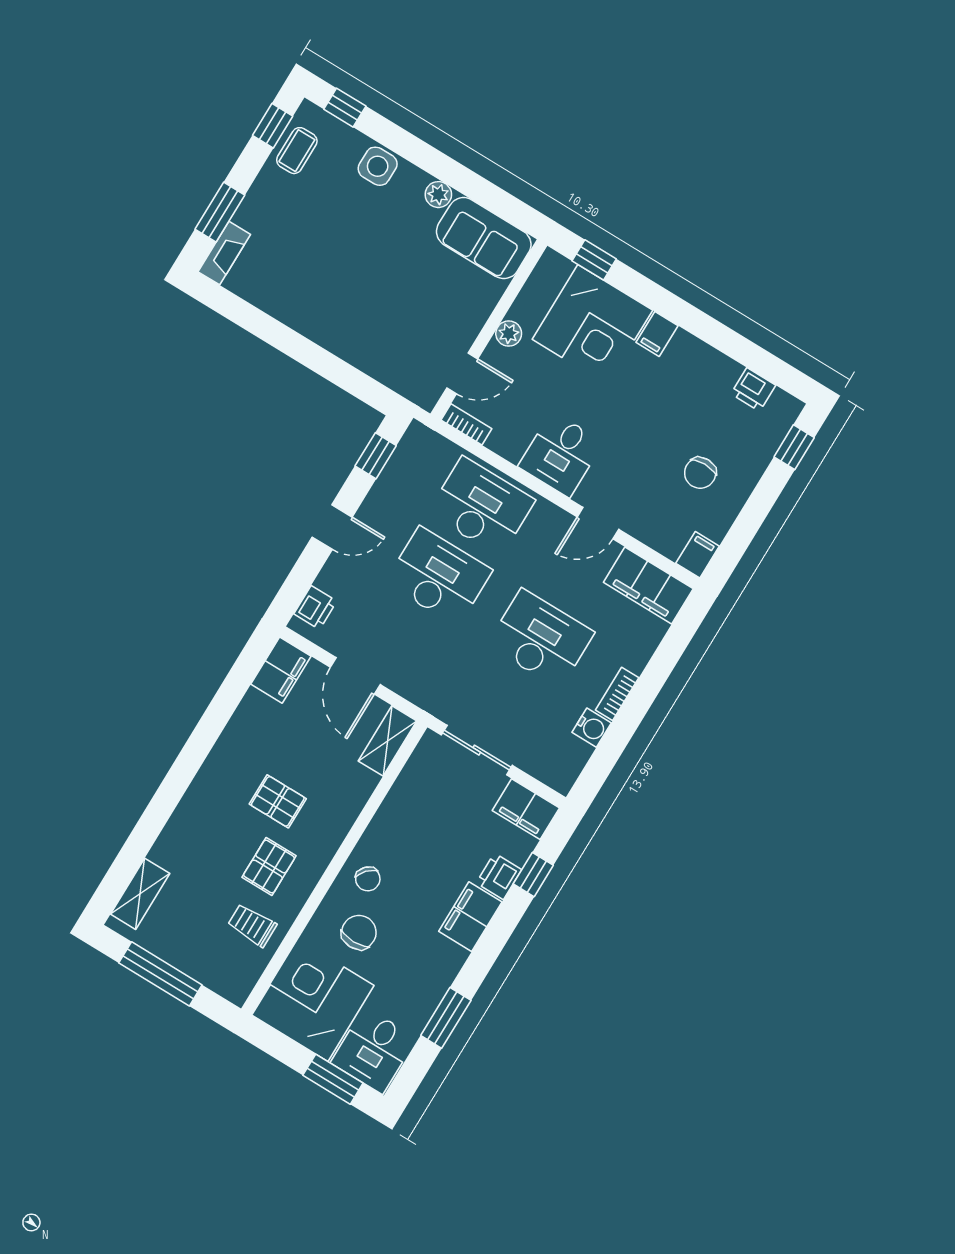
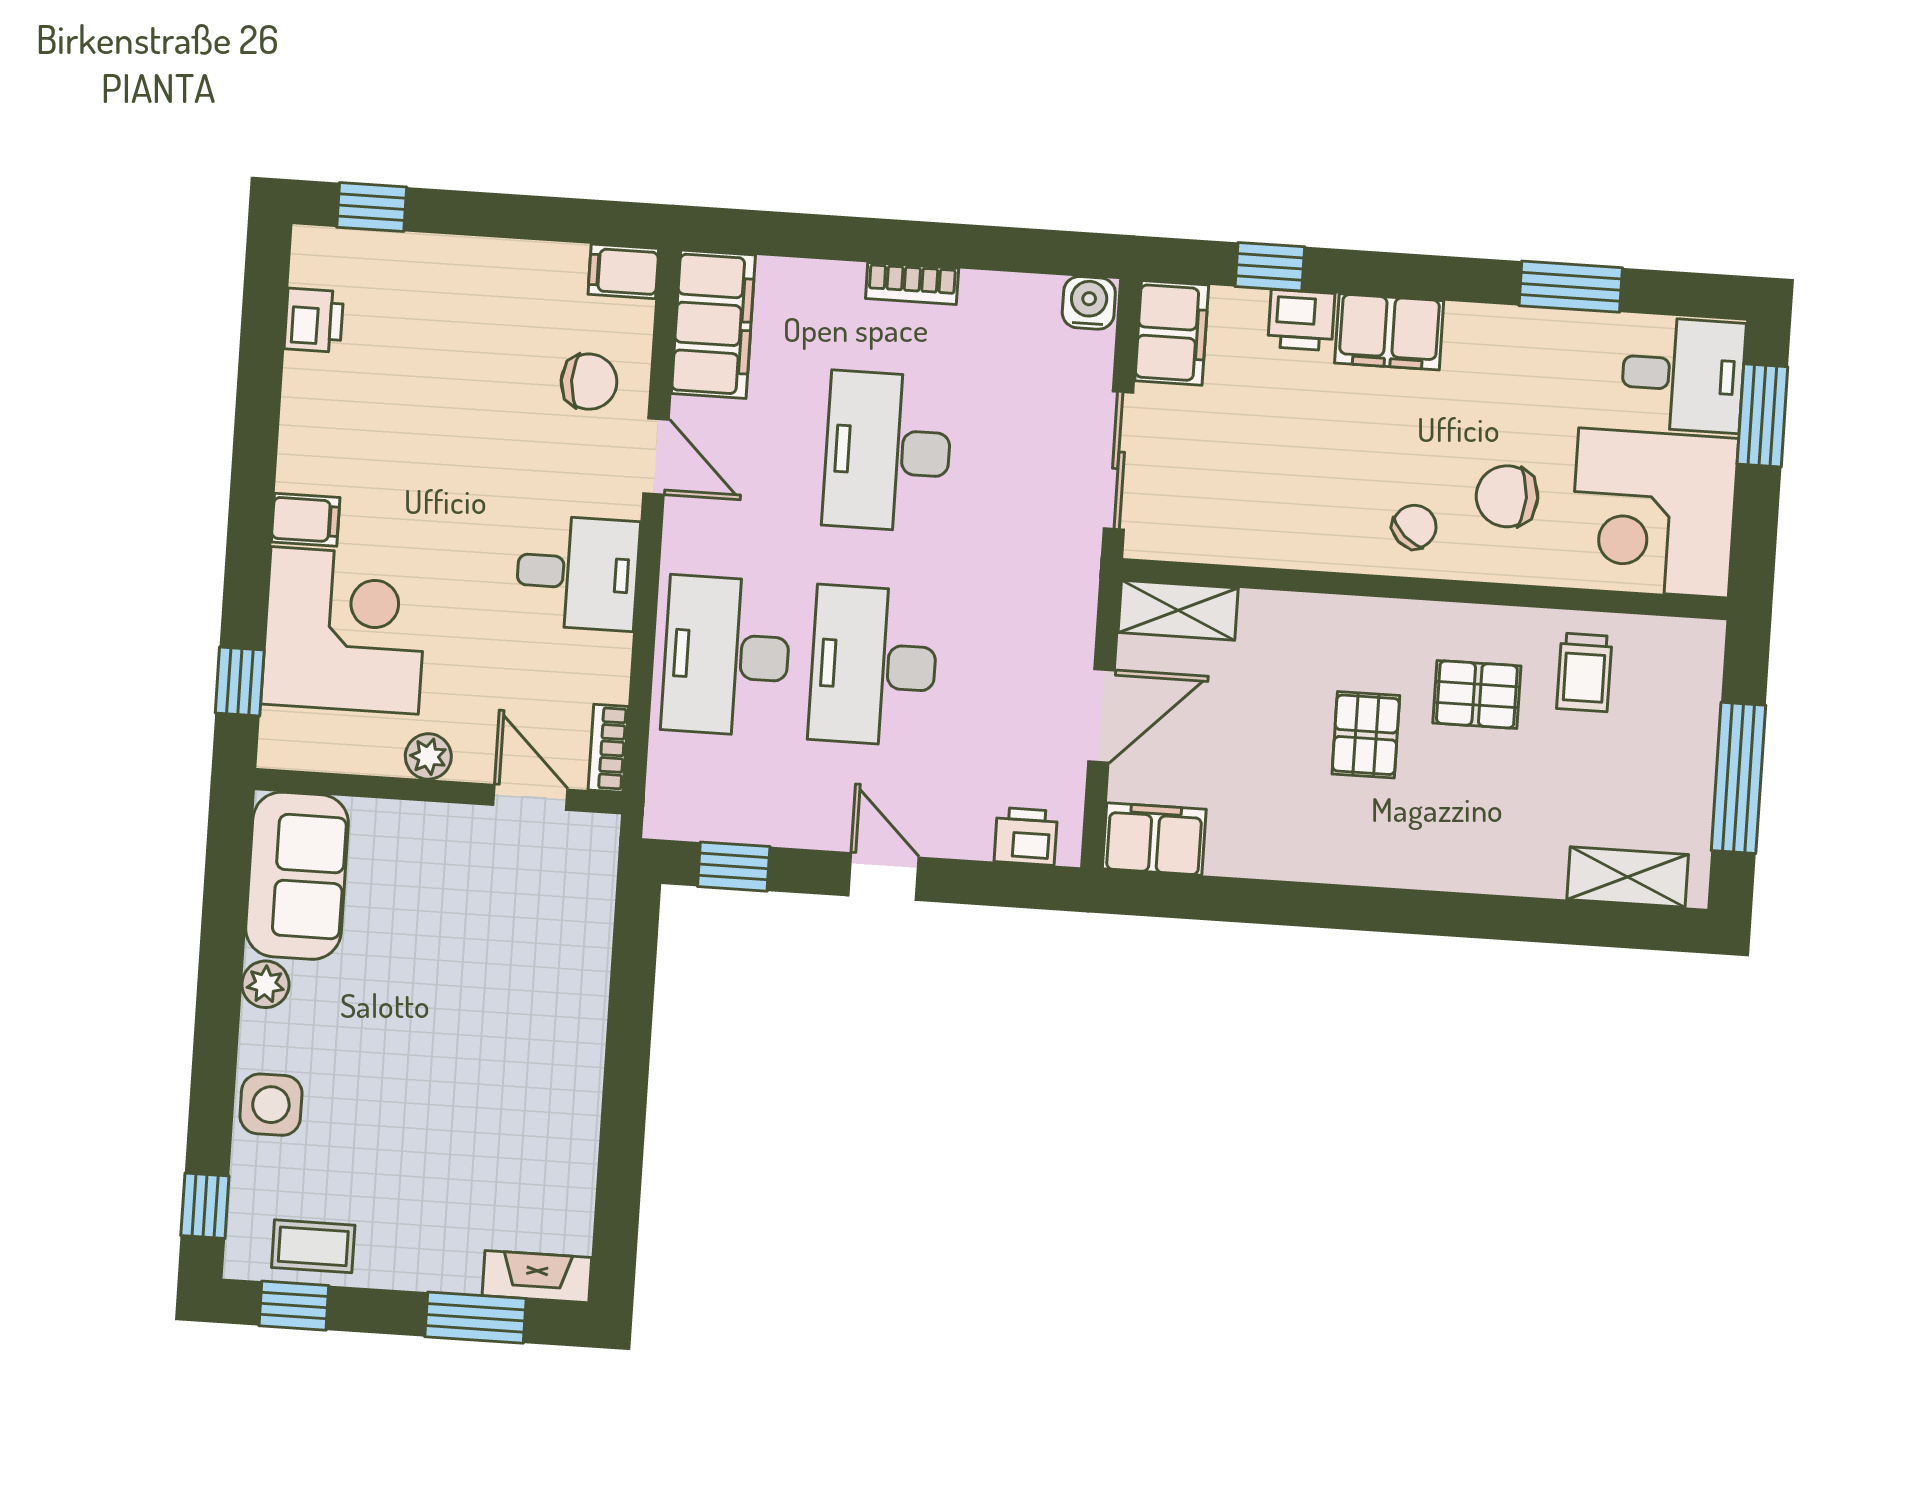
chair: (700, 473) -> (589, 382), moved
water cooler: (592, 728) -> (1089, 303), moved

